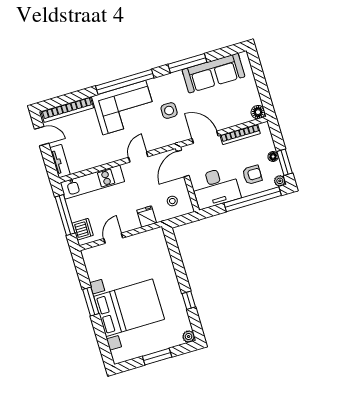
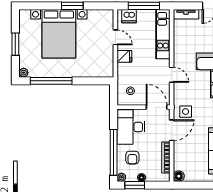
side table: (169, 111) -> (186, 112), moved
fridge: (147, 217) -> (124, 56), moved
window: (189, 300) -> (51, 81), width x3.17

